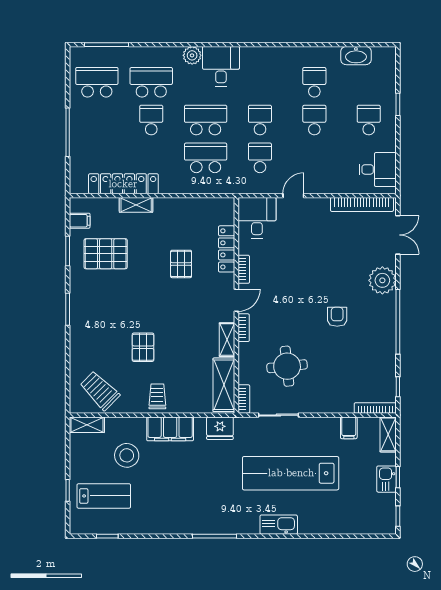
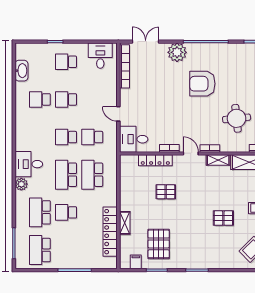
armchair: (337, 317) -> (202, 84), width x1.88, depth x1.88

